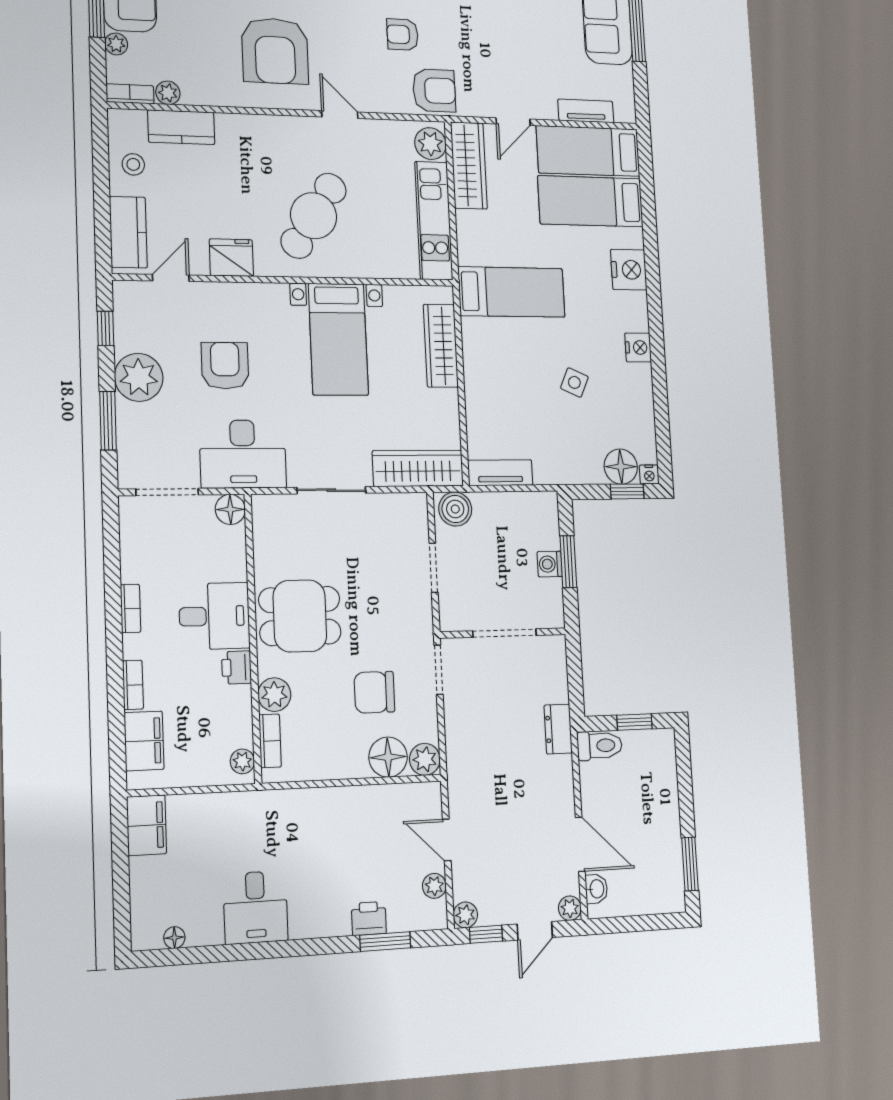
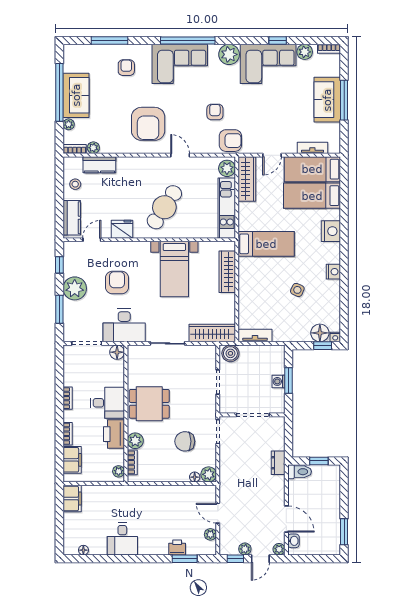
armchair: (402, 34) -> (215, 112), turned 90
printer: (237, 667) -> (114, 434), width x1.87, depth x1.48
floor lamp: (388, 757) -> (195, 477), width x0.53, depth x0.53
plant: (465, 915) -> (245, 549), moved

